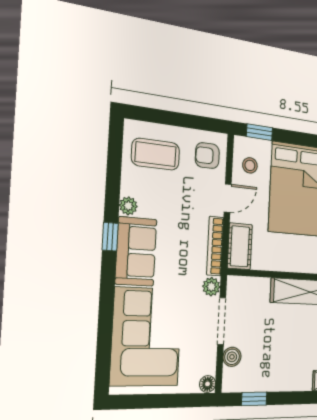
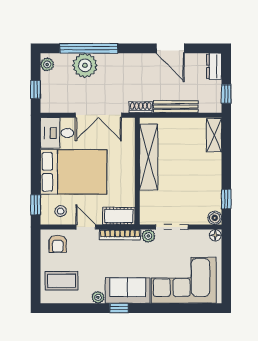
coffee table: (156, 154) -> (61, 281), turned 90
boiler: (232, 357) -> (215, 218), moved

